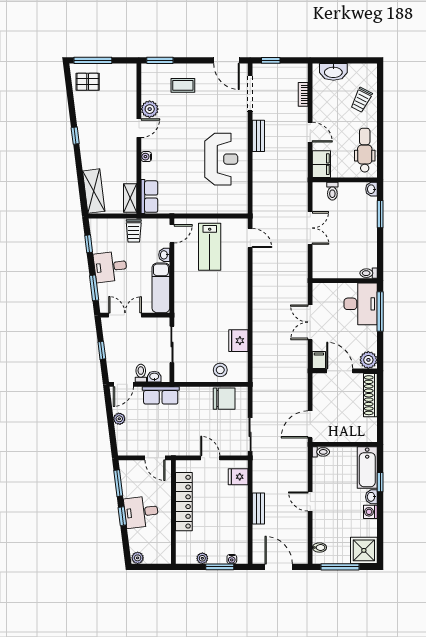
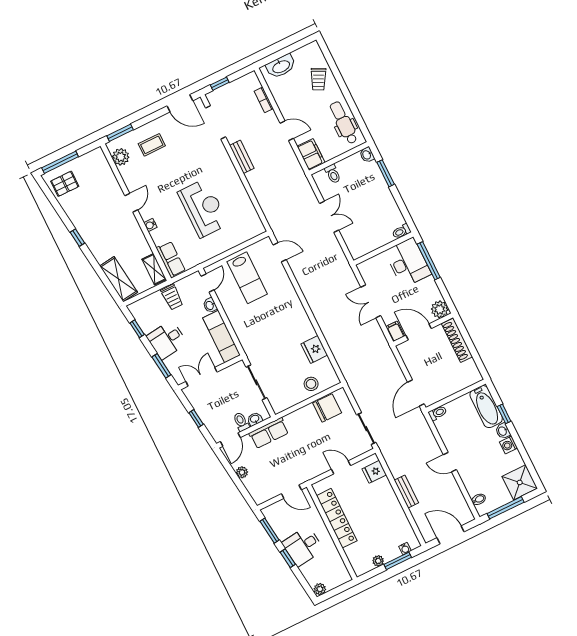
plant: (150, 109) -> (121, 157), moved
reception desk: (221, 159) -> (203, 208), moved

